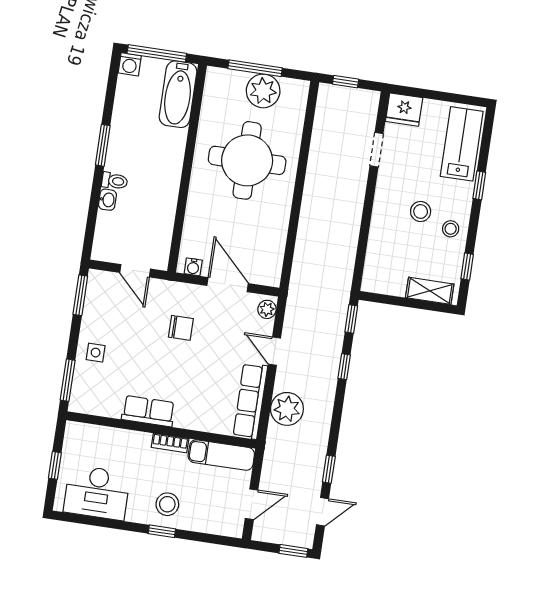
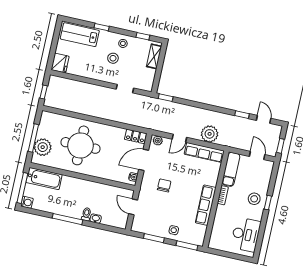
plant: (263, 91) -> (43, 147), moved
window: (103, 145) -> (68, 219), width x1.44
doorway: (377, 150) -> (125, 89), moved
locker: (272, 266) -> (135, 136), added
door: (135, 271) -> (133, 207), swing flipped
window: (80, 295) -> (154, 238), moved
window: (344, 367) -> (190, 103), removed
row of seats: (148, 411) -> (206, 205), width x1.48
window: (55, 465) -> (230, 255), removed
window: (293, 551) -> (280, 146), moved

